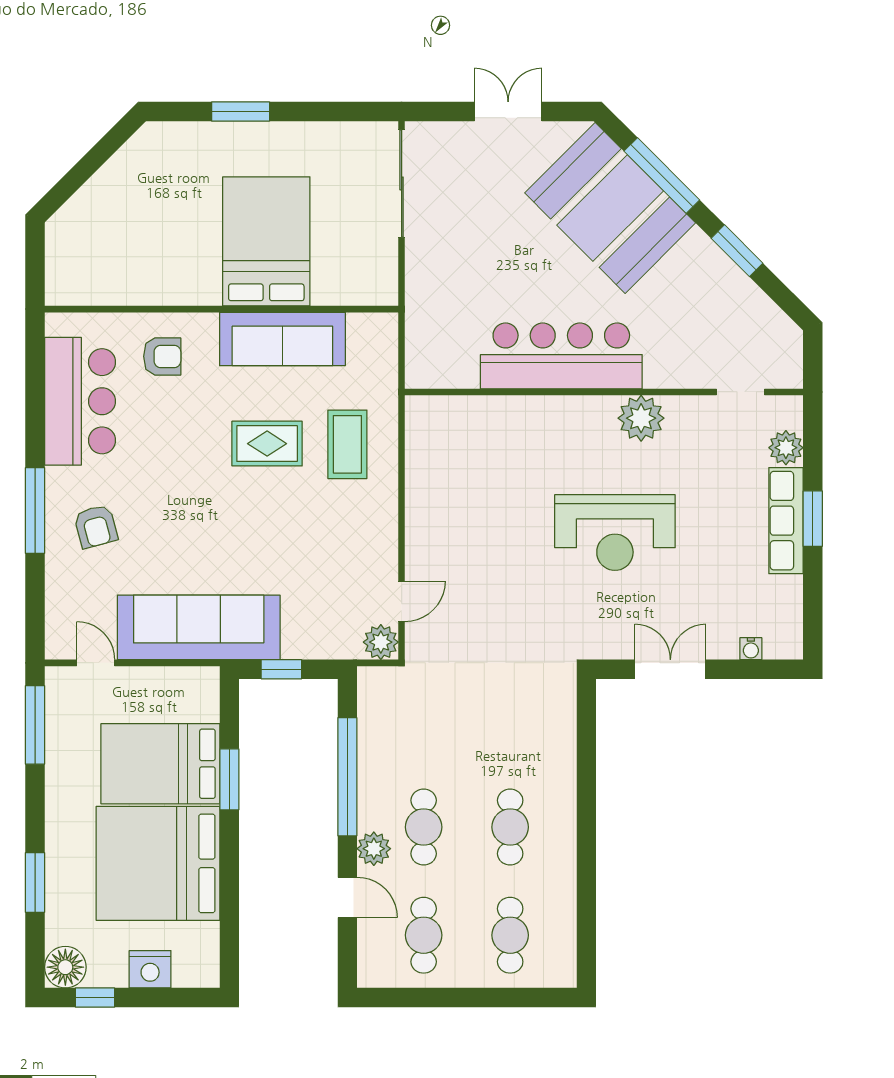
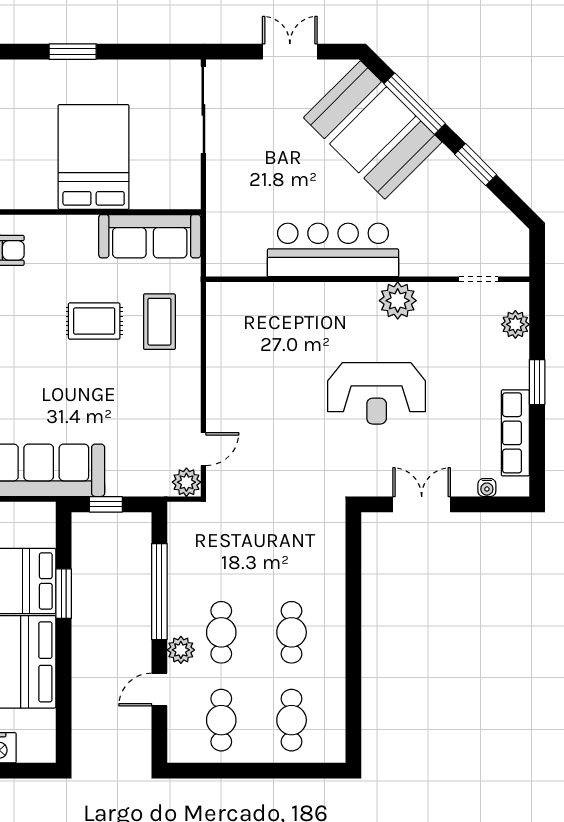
sofa: (282, 339) -> (150, 236), moved
row of seats: (786, 521) -> (515, 433), moved
door: (347, 898) -> (159, 690), swing flipped

